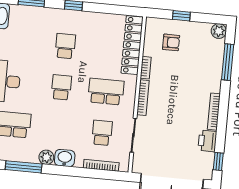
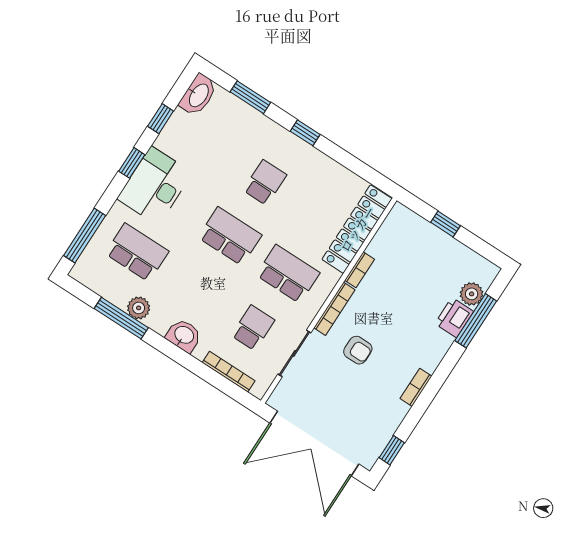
plant: (219, 31) -> (472, 294), moved
armchair: (171, 42) -> (358, 350), moved
school desk: (61, 87) -> (230, 236), width x1.85
bookcase: (214, 112) -> (416, 387), width x0.64
printer: (207, 141) -> (454, 318), moved
plant: (46, 157) -> (139, 308), moved

